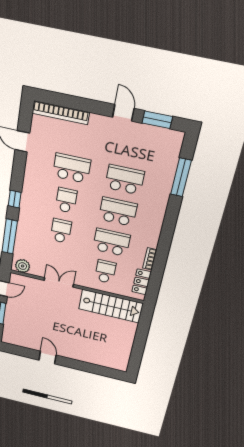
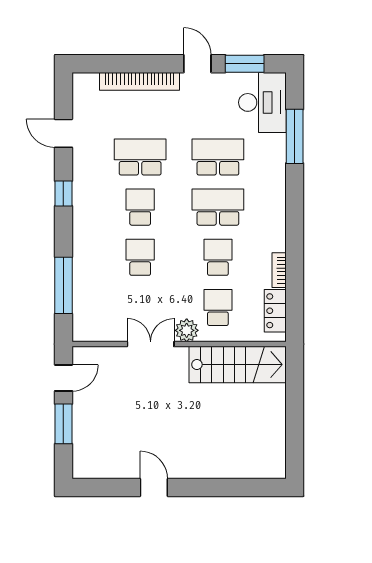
bookcase: (61, 113) -> (140, 81), moved
desk: (164, 150) -> (262, 102), added
window: (15, 199) -> (63, 193), moved
school desk: (111, 242) -> (218, 257), width x0.54
plant: (23, 266) -> (187, 330), moved

